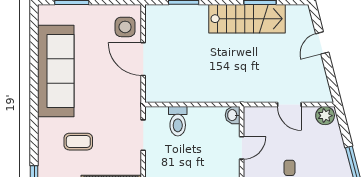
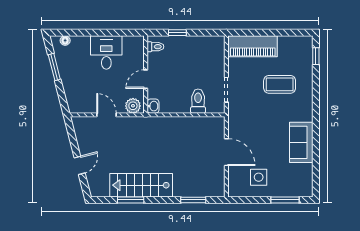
side table: (125, 27) -> (259, 177), moved
sofa: (56, 71) -> (301, 142), width x0.54, depth x0.79
plant: (325, 116) -> (133, 106), moved
coffee table: (78, 142) -> (280, 84), width x1.36, depth x1.30

